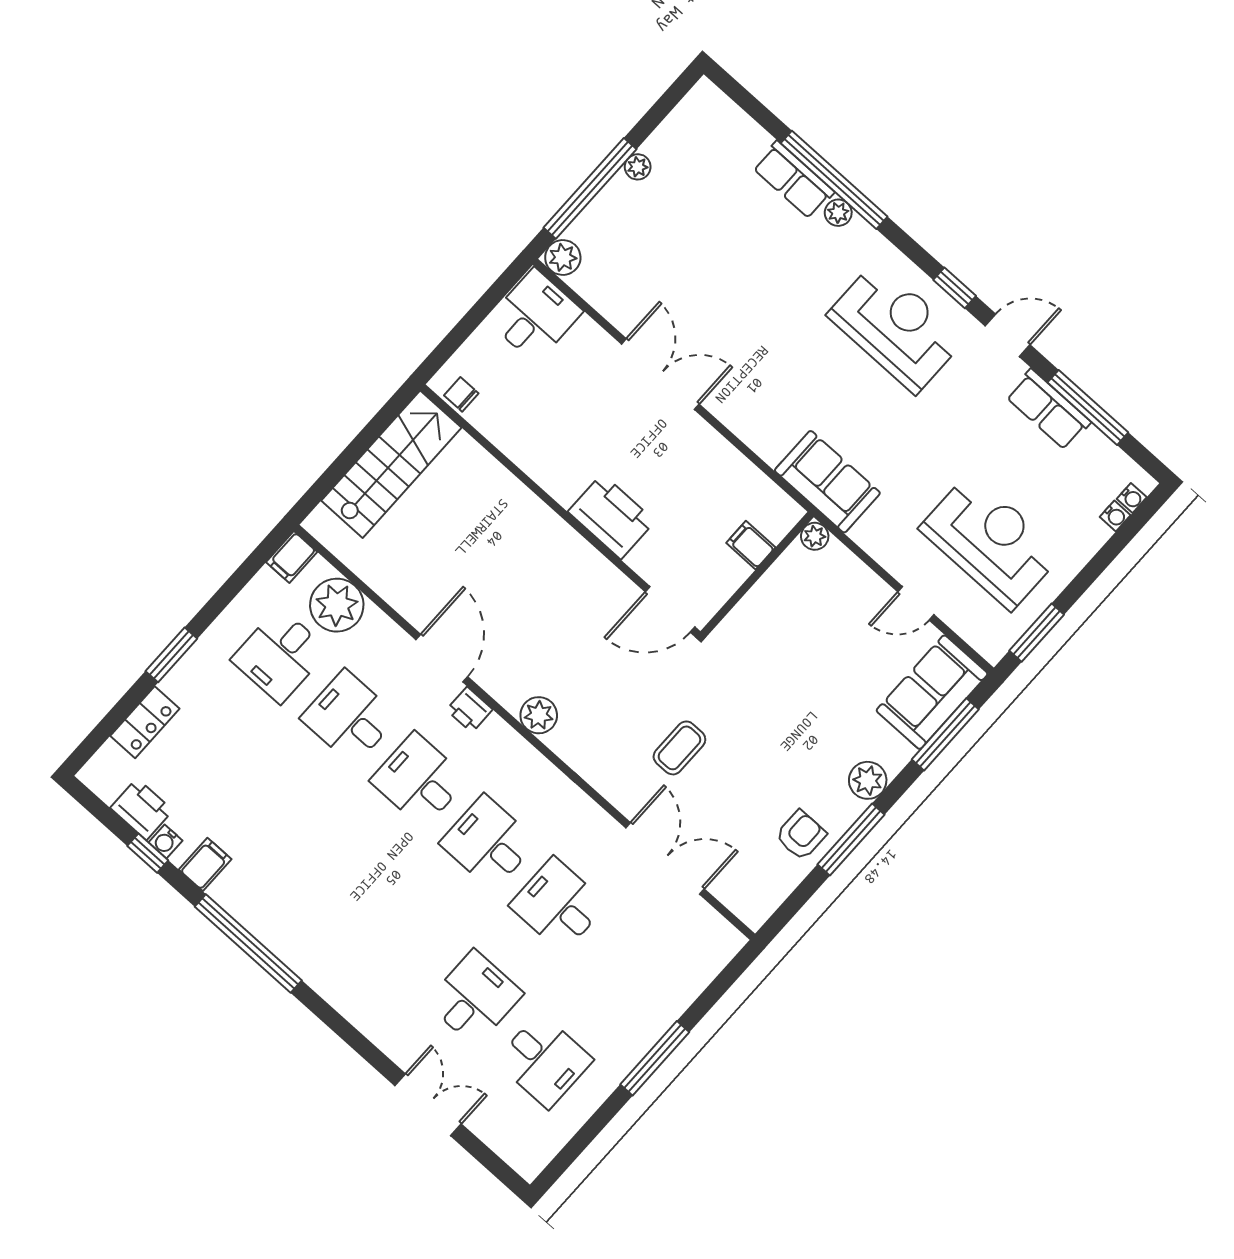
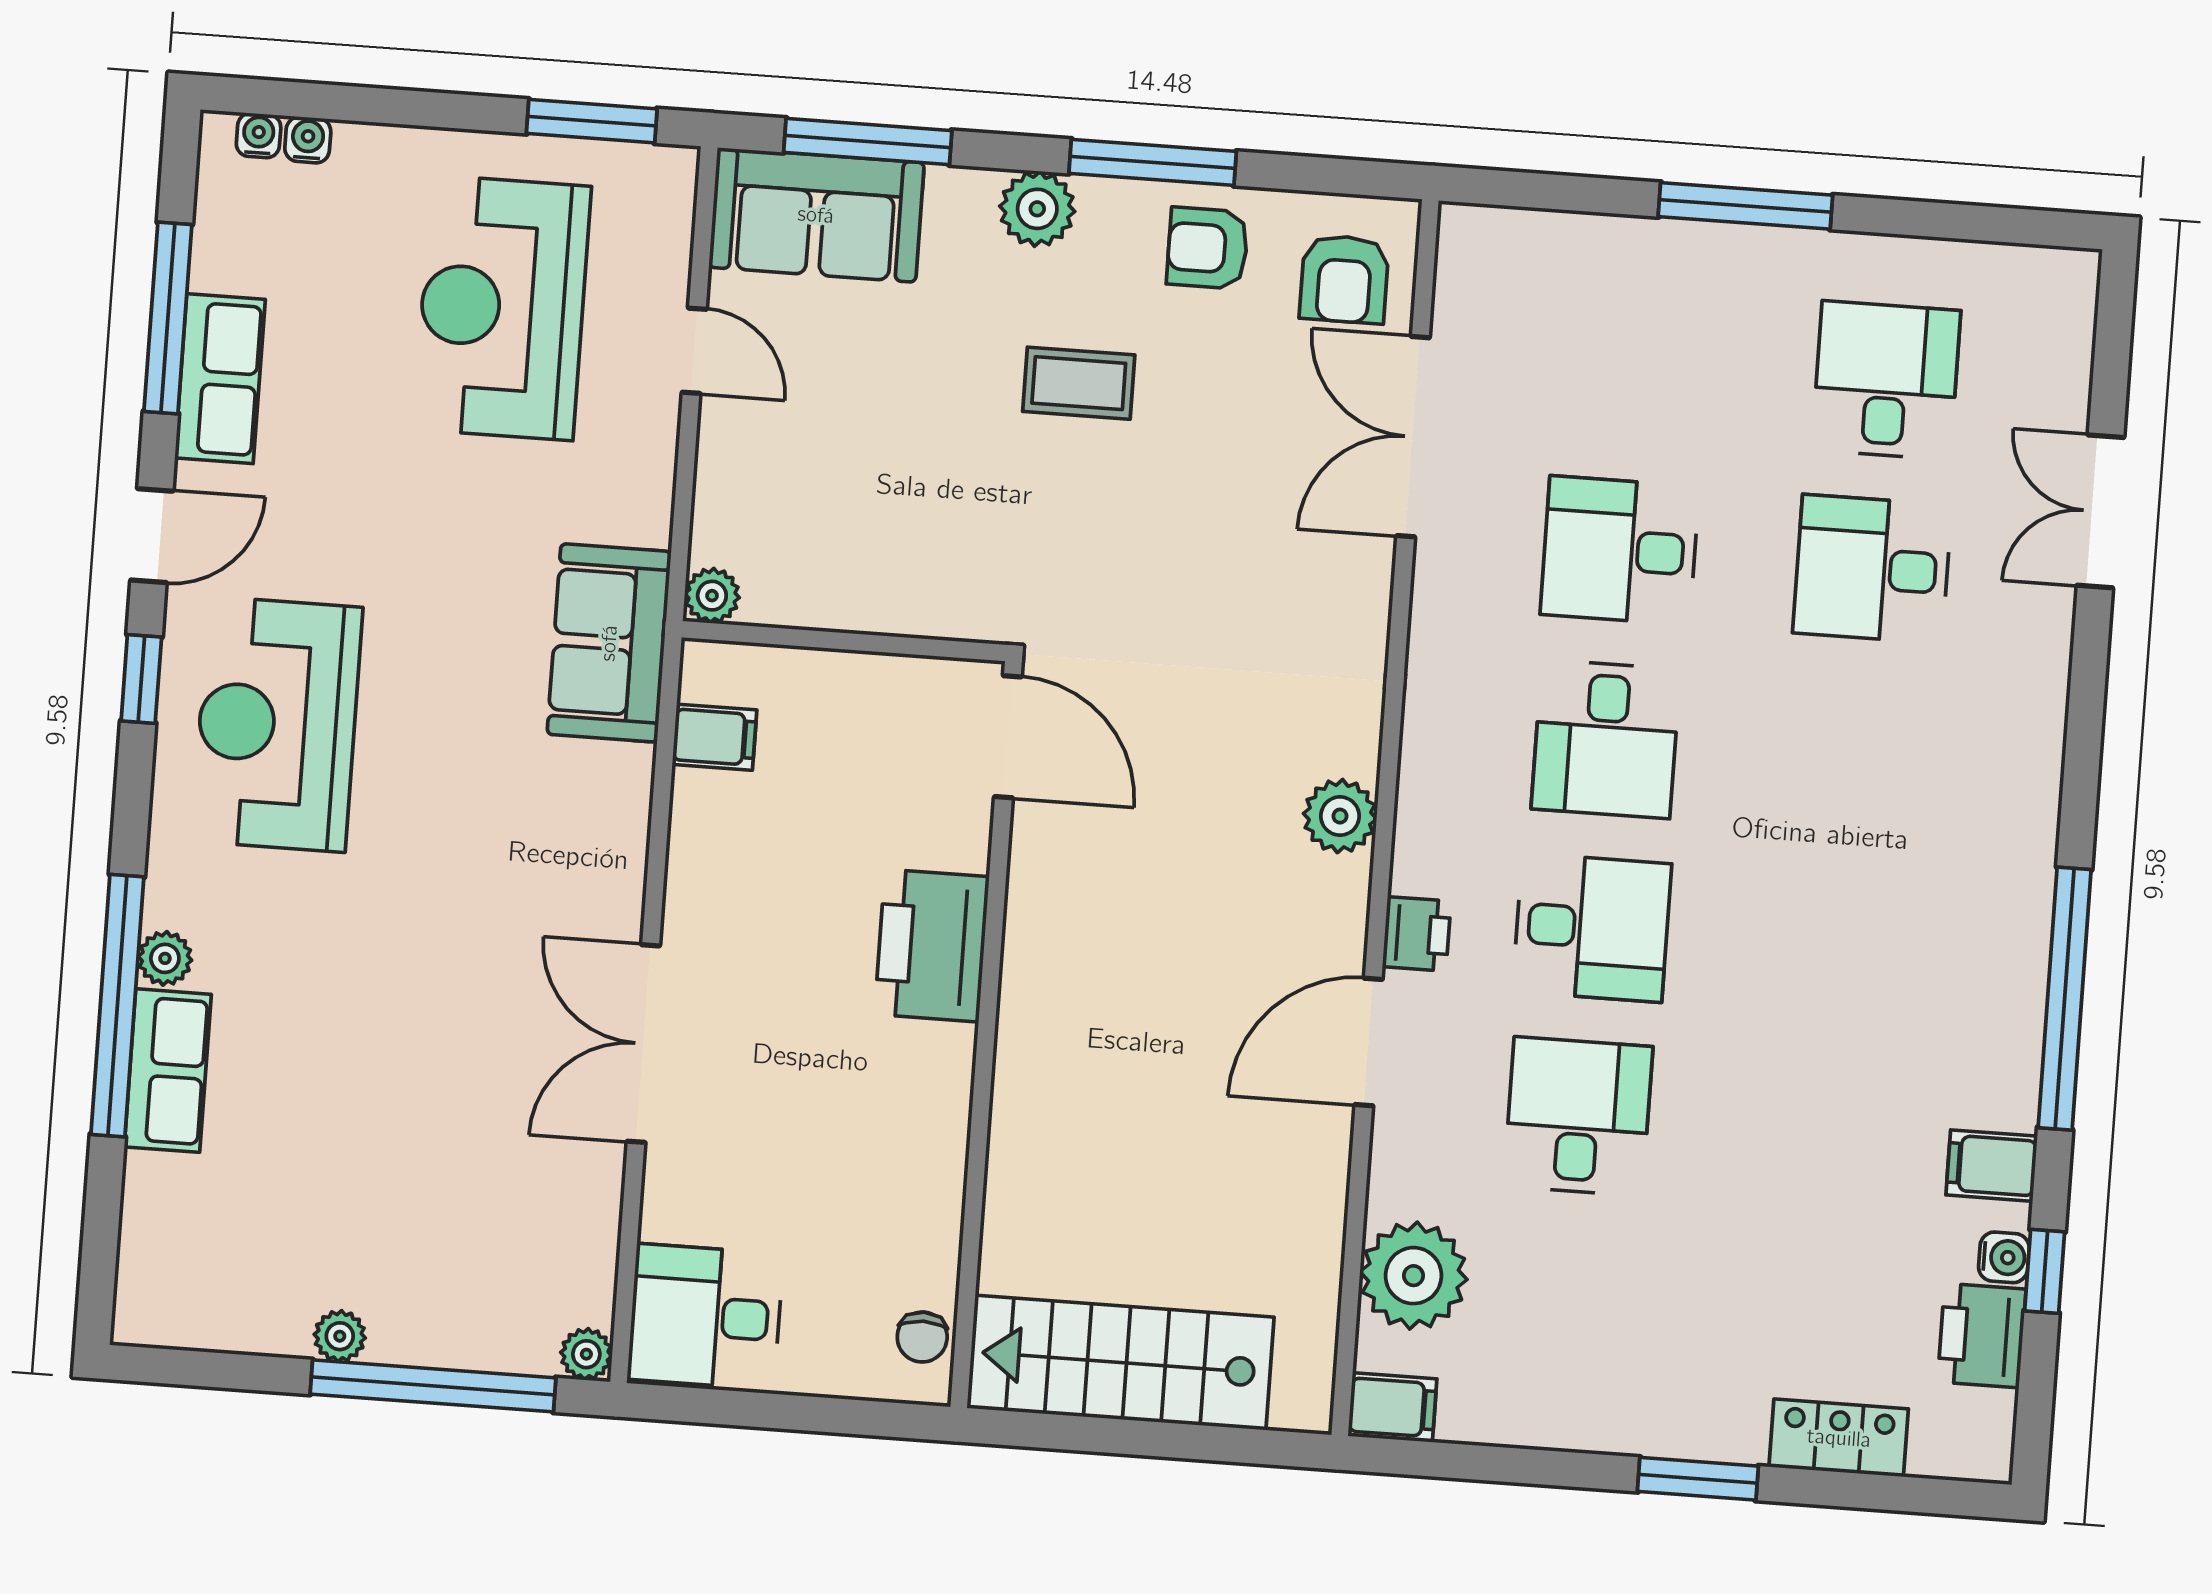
plant: (563, 258) -> (586, 1354), width x0.73, depth x0.73
door: (1007, 335) -> (152, 536), swing flipped
filing cabinet: (751, 545) -> (714, 737), moved, turned -90
desk: (280, 655) -> (1564, 1305), removed
desk: (349, 718) -> (1578, 1116), turned 180
coffee table: (679, 748) -> (1079, 383), moved
desk: (419, 780) -> (1592, 928), turned -90
armchair: (747, 879) -> (1344, 279), added
desk: (558, 905) -> (1620, 550), turned 90

